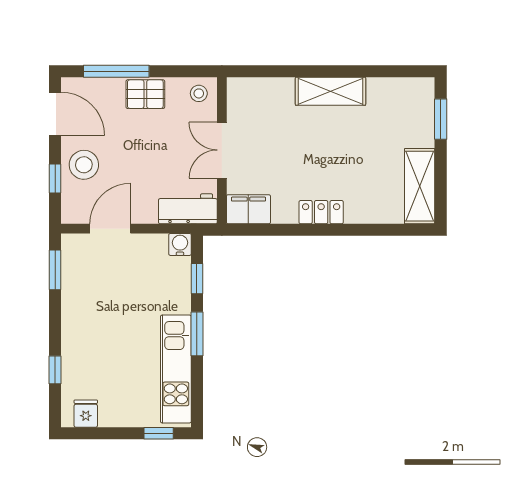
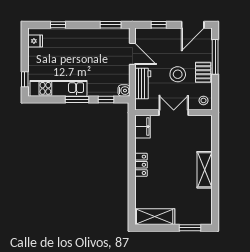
stool: (84, 165) -> (178, 74), moved
workbench: (188, 209) -> (143, 84), moved

